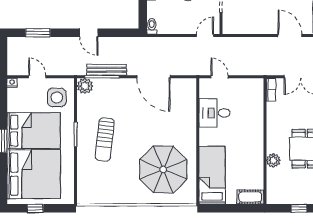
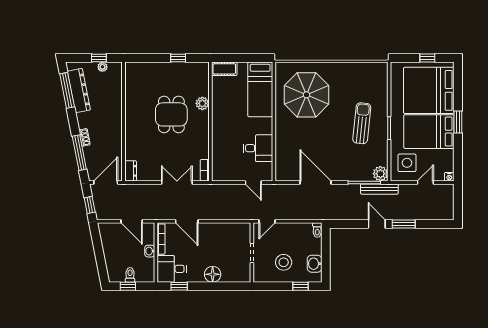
window: (38, 33) -> (404, 224), moved
bench: (107, 70) -> (379, 189), moved
door: (37, 77) -> (425, 183), swing flipped

